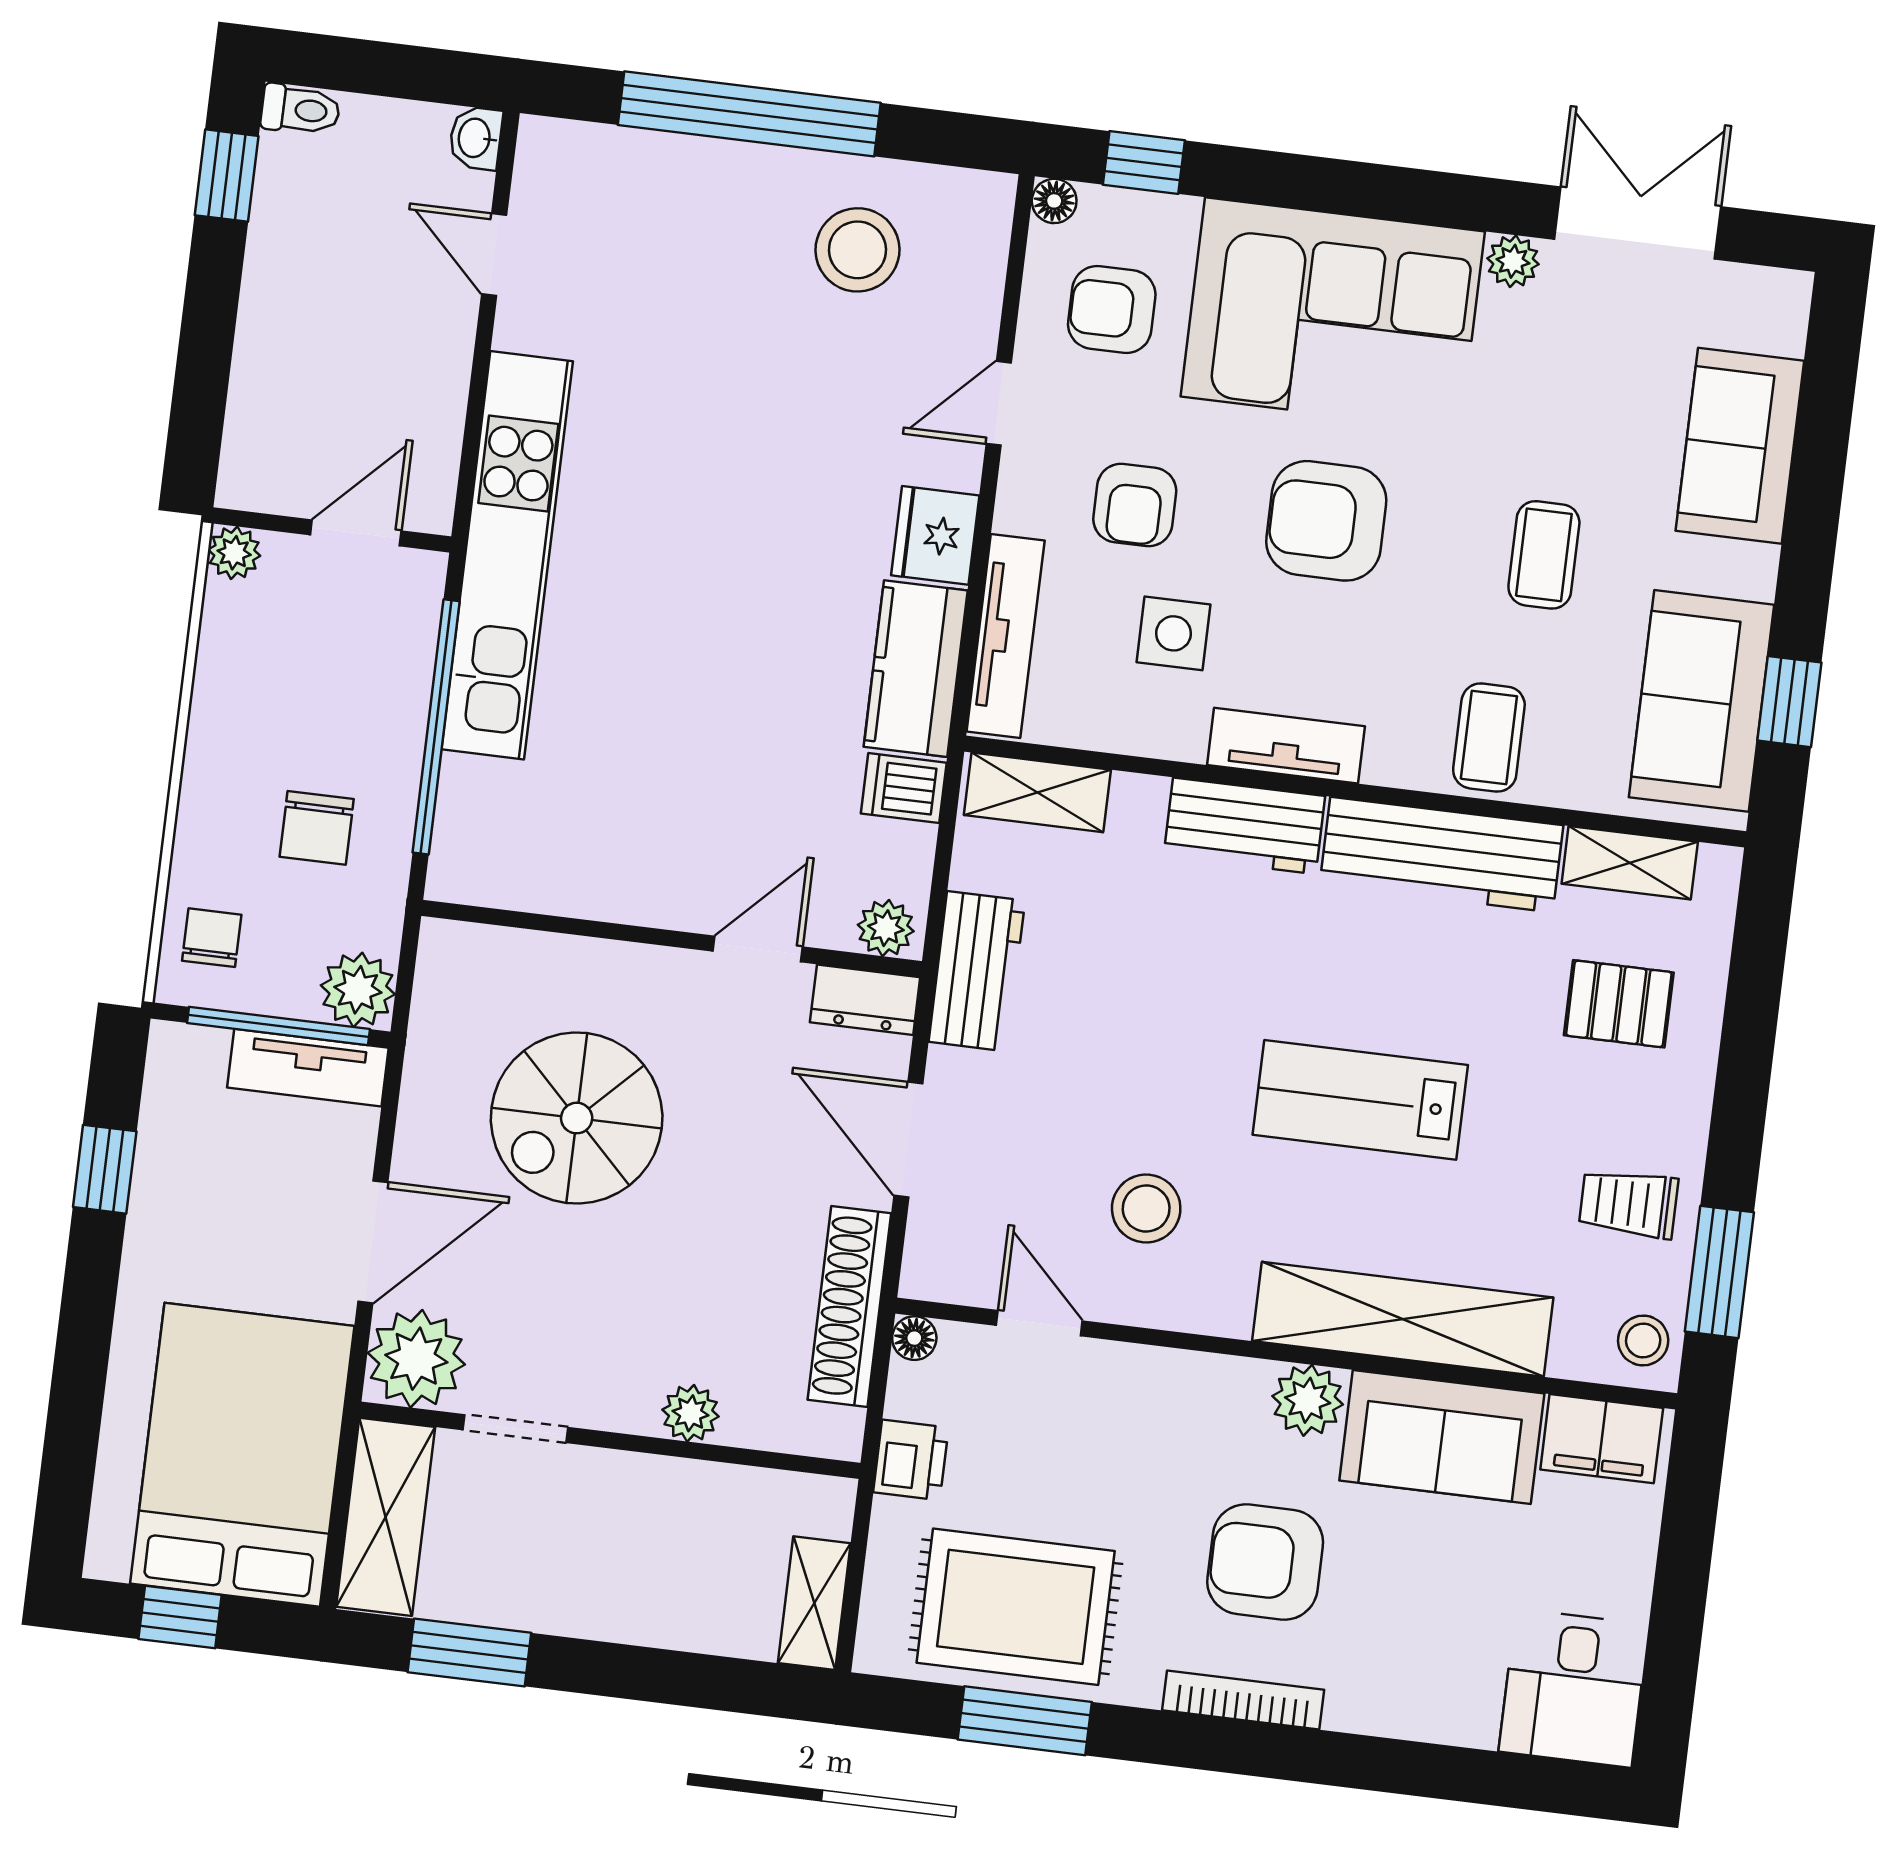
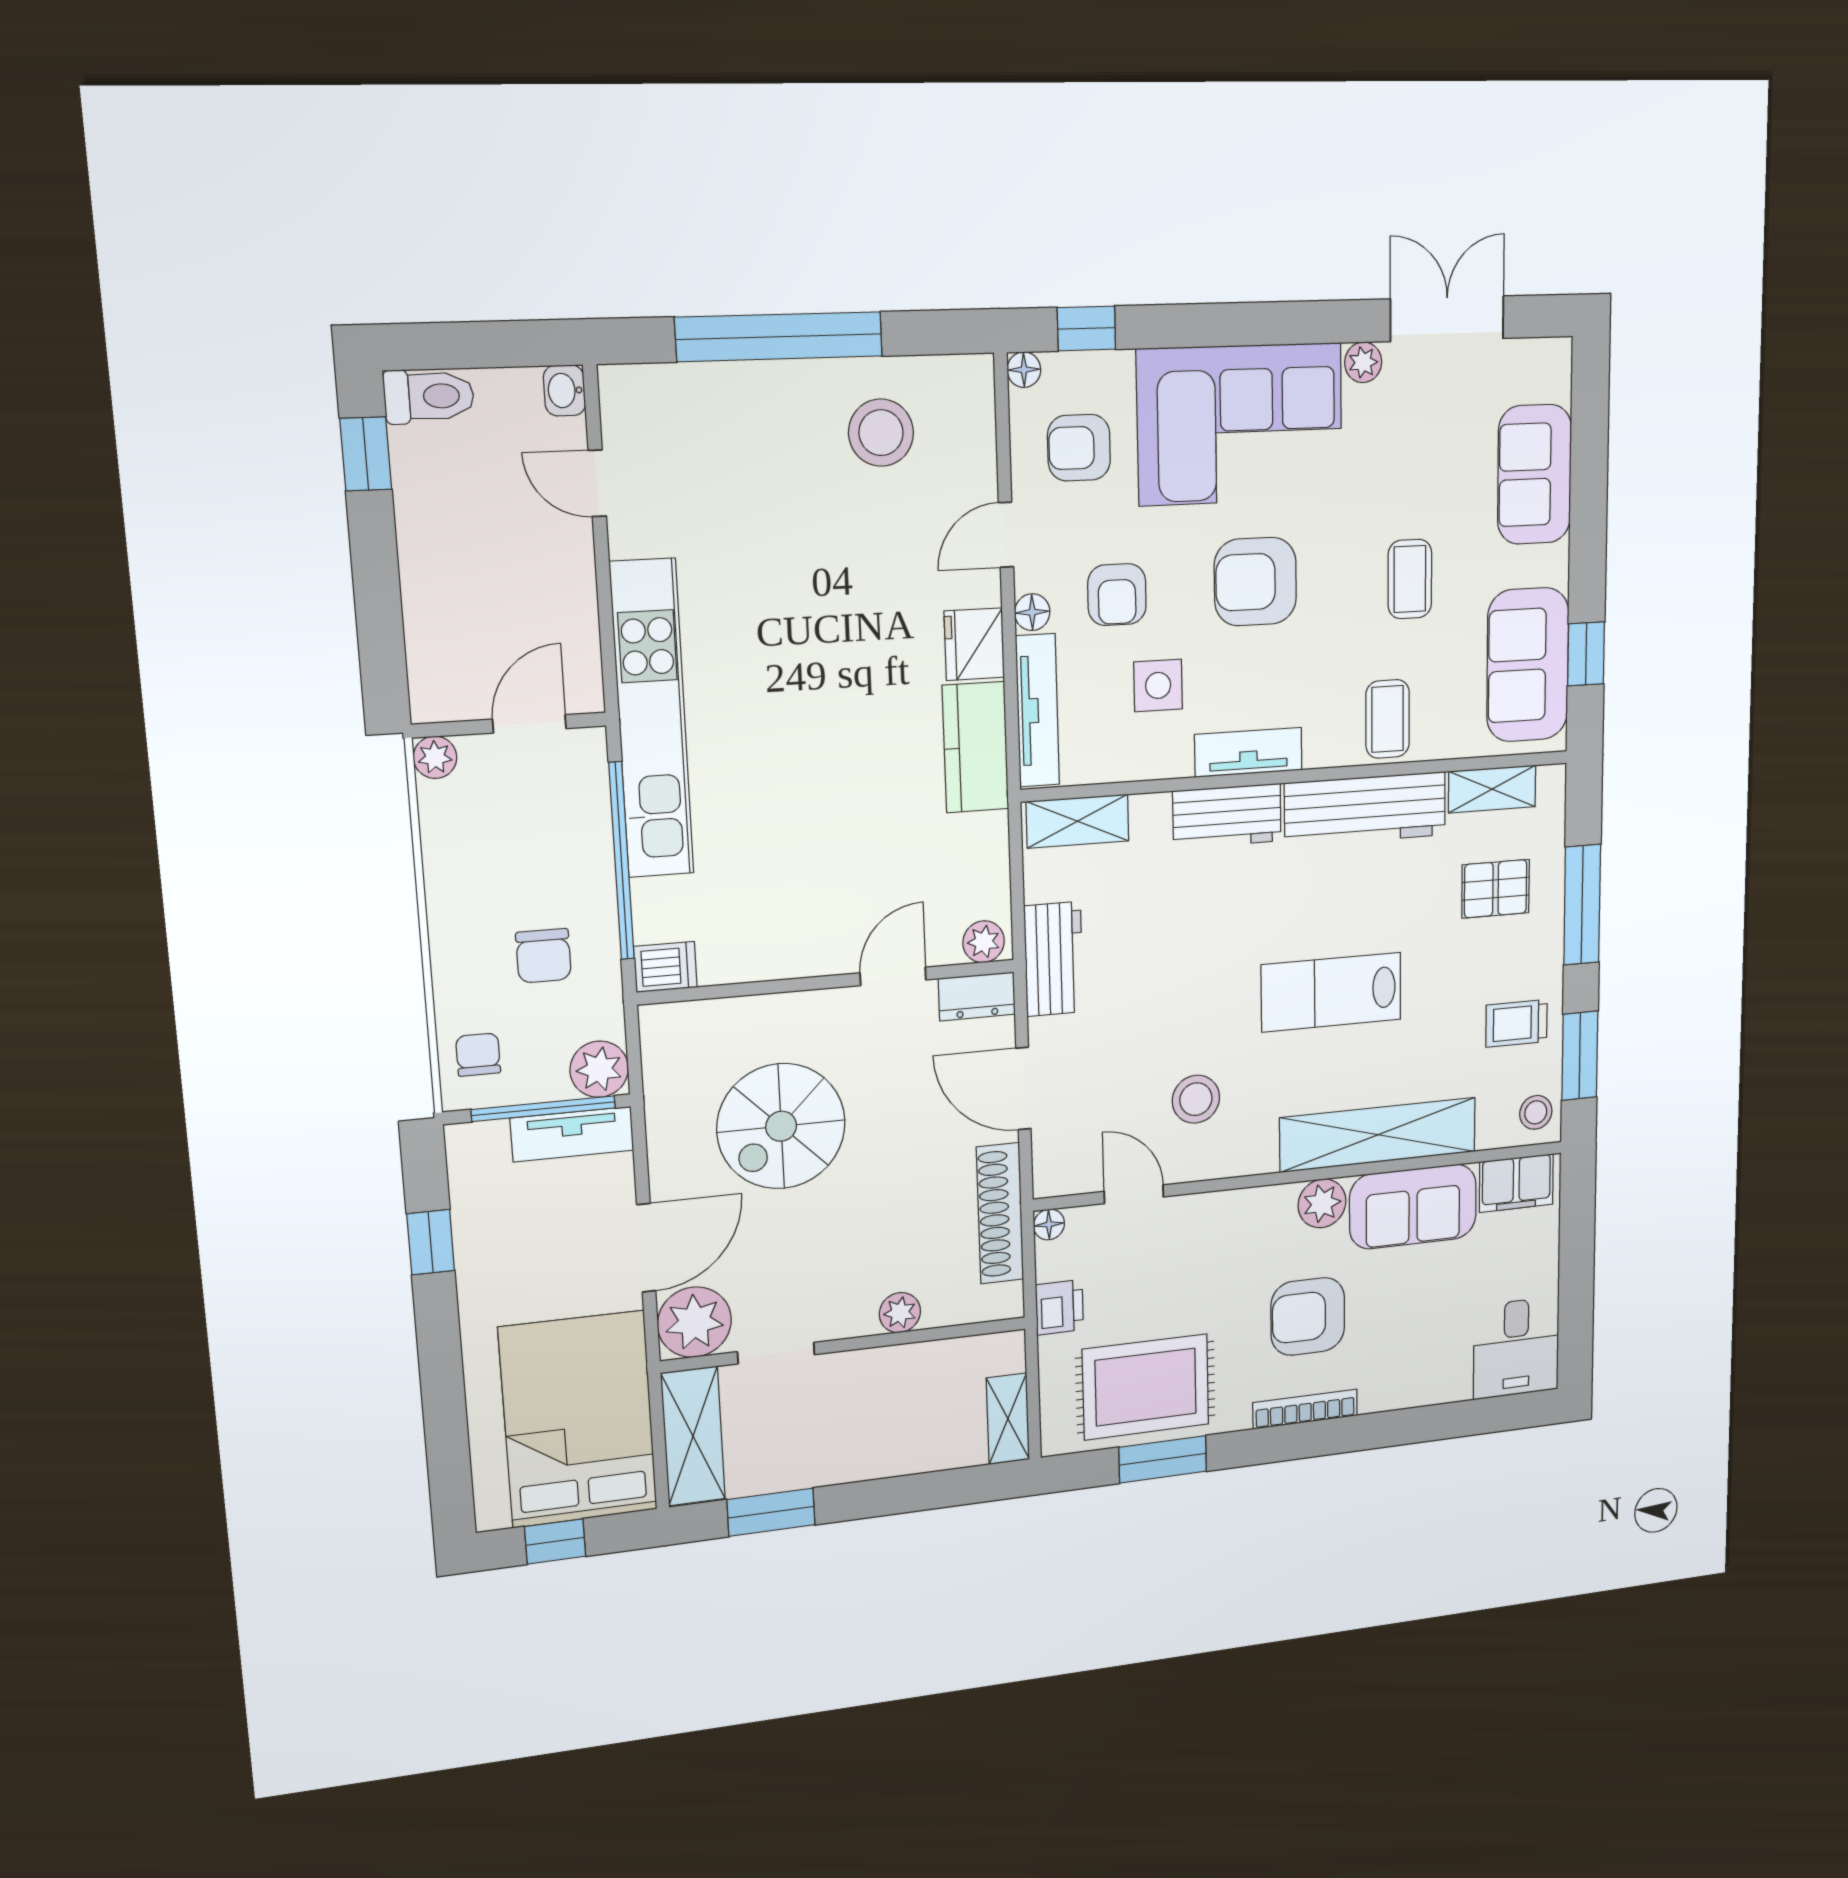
toilet: (300, 110) -> (429, 396), width x1.37, depth x1.39
floor lamp: (1018, 508) -> (1032, 612), added
dishwasher: (904, 788) -> (665, 967), moved, turned 180
window: (1746, 1053) -> (1582, 905), added

